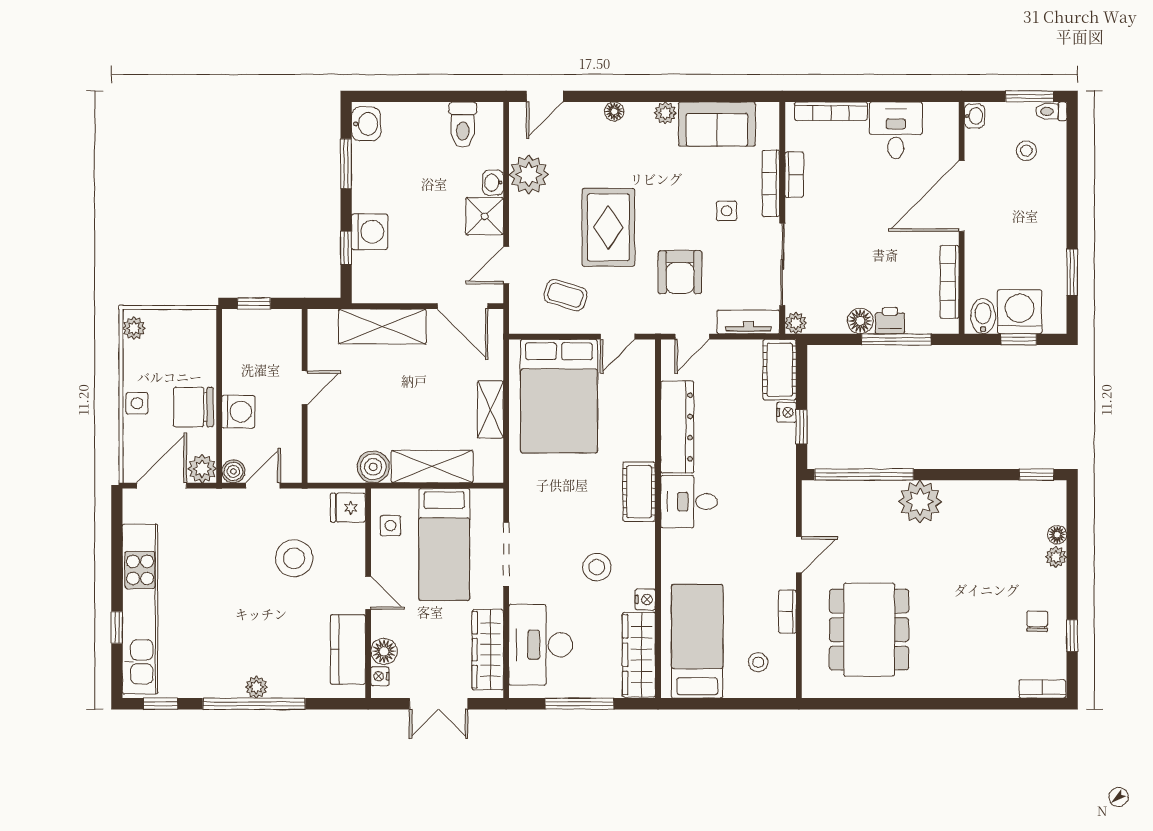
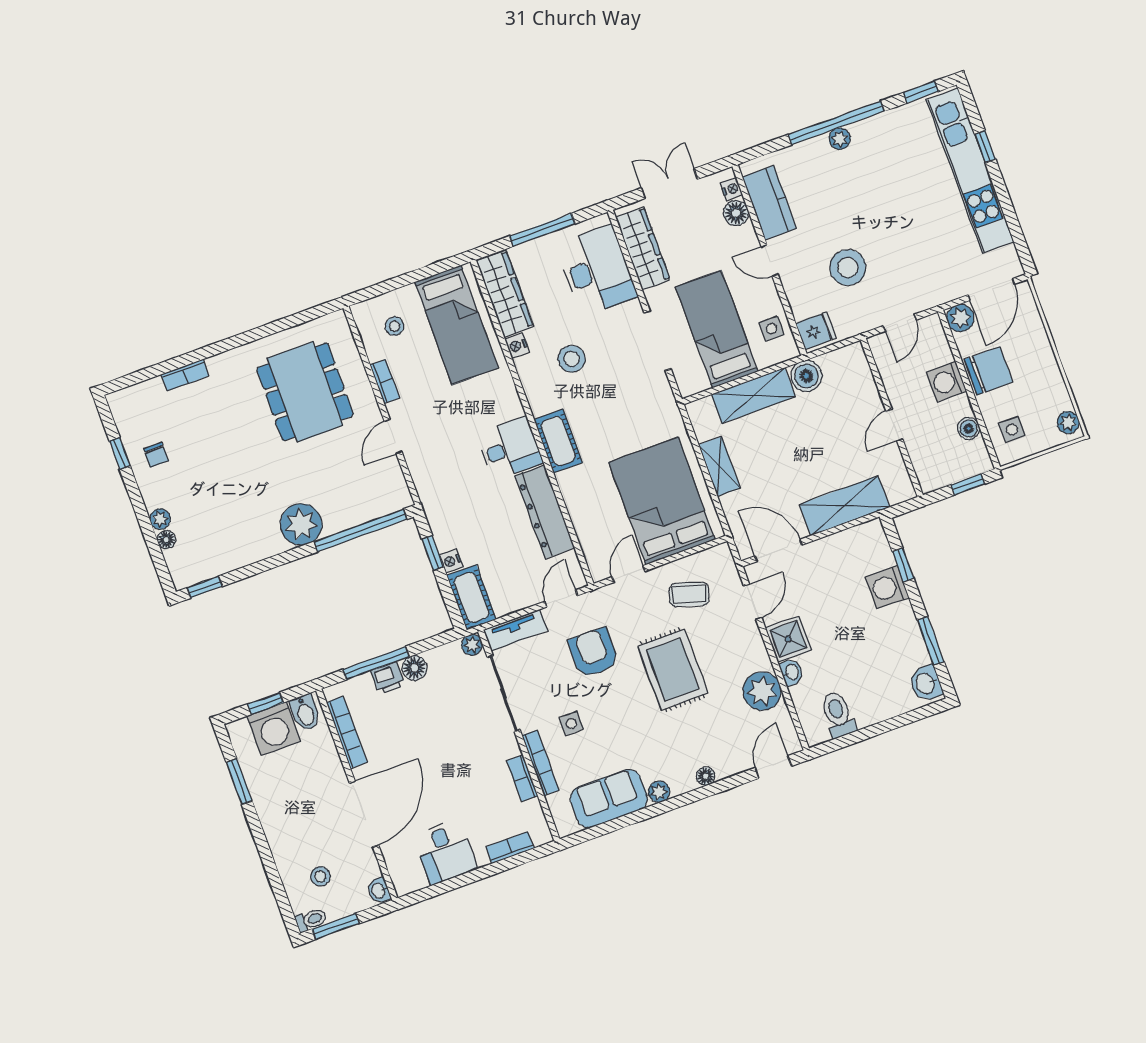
bookcase: (831, 111) -> (510, 848), width x0.64
side table: (137, 403) -> (1012, 429), moved
boiler: (233, 471) -> (969, 428), moved
bookcase: (1042, 689) -> (185, 375), moved

